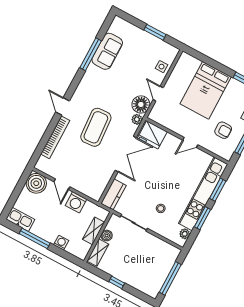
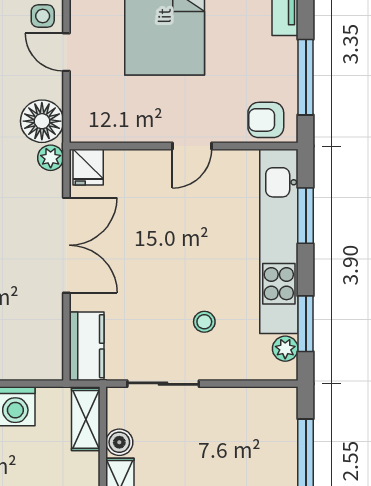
door: (158, 94) -> (66, 52), moved
armchair: (223, 130) -> (266, 120), moved, turned 180
fridge: (152, 135) -> (88, 167), width x0.53, depth x0.75
window: (203, 218) -> (306, 324), moved
shelving: (94, 231) -> (86, 419), moved

